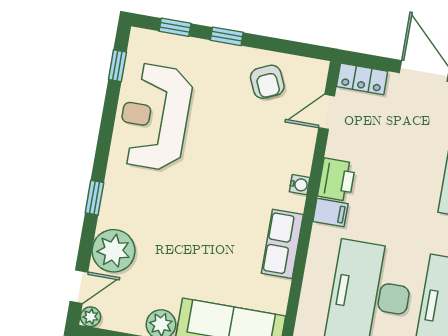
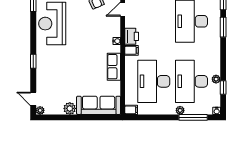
plant: (114, 251) -> (45, 82), removed
door: (79, 287) -> (33, 99), swing flipped

